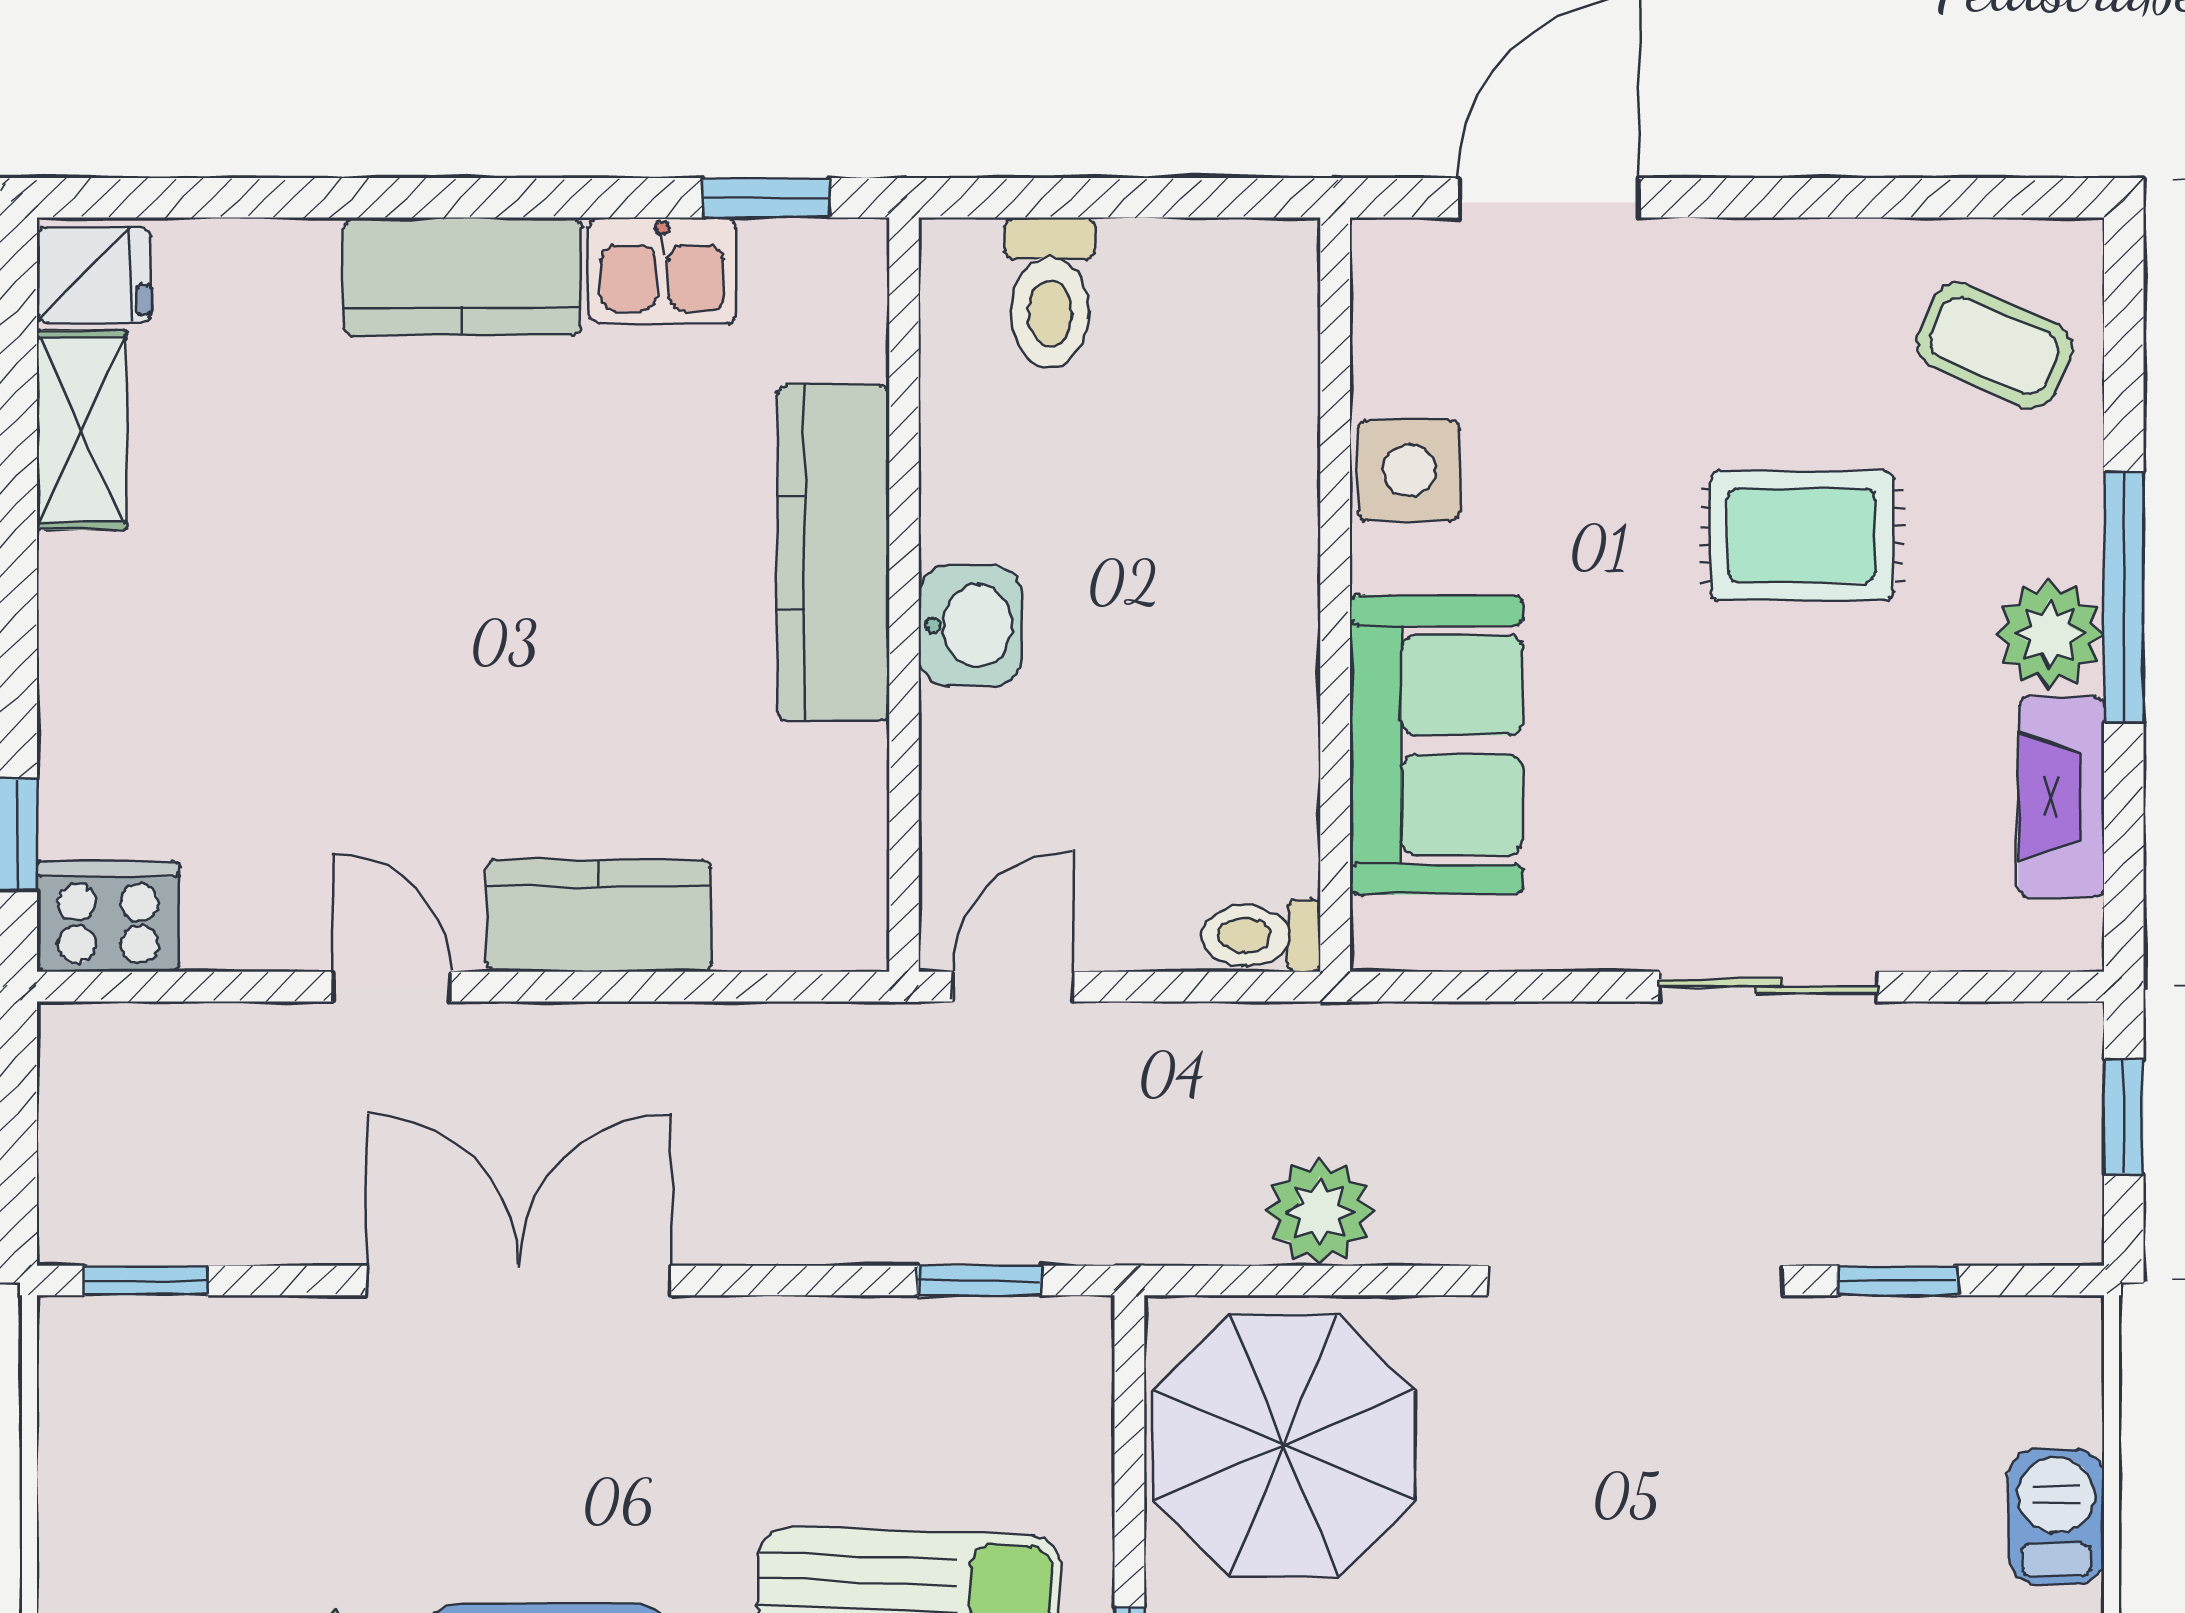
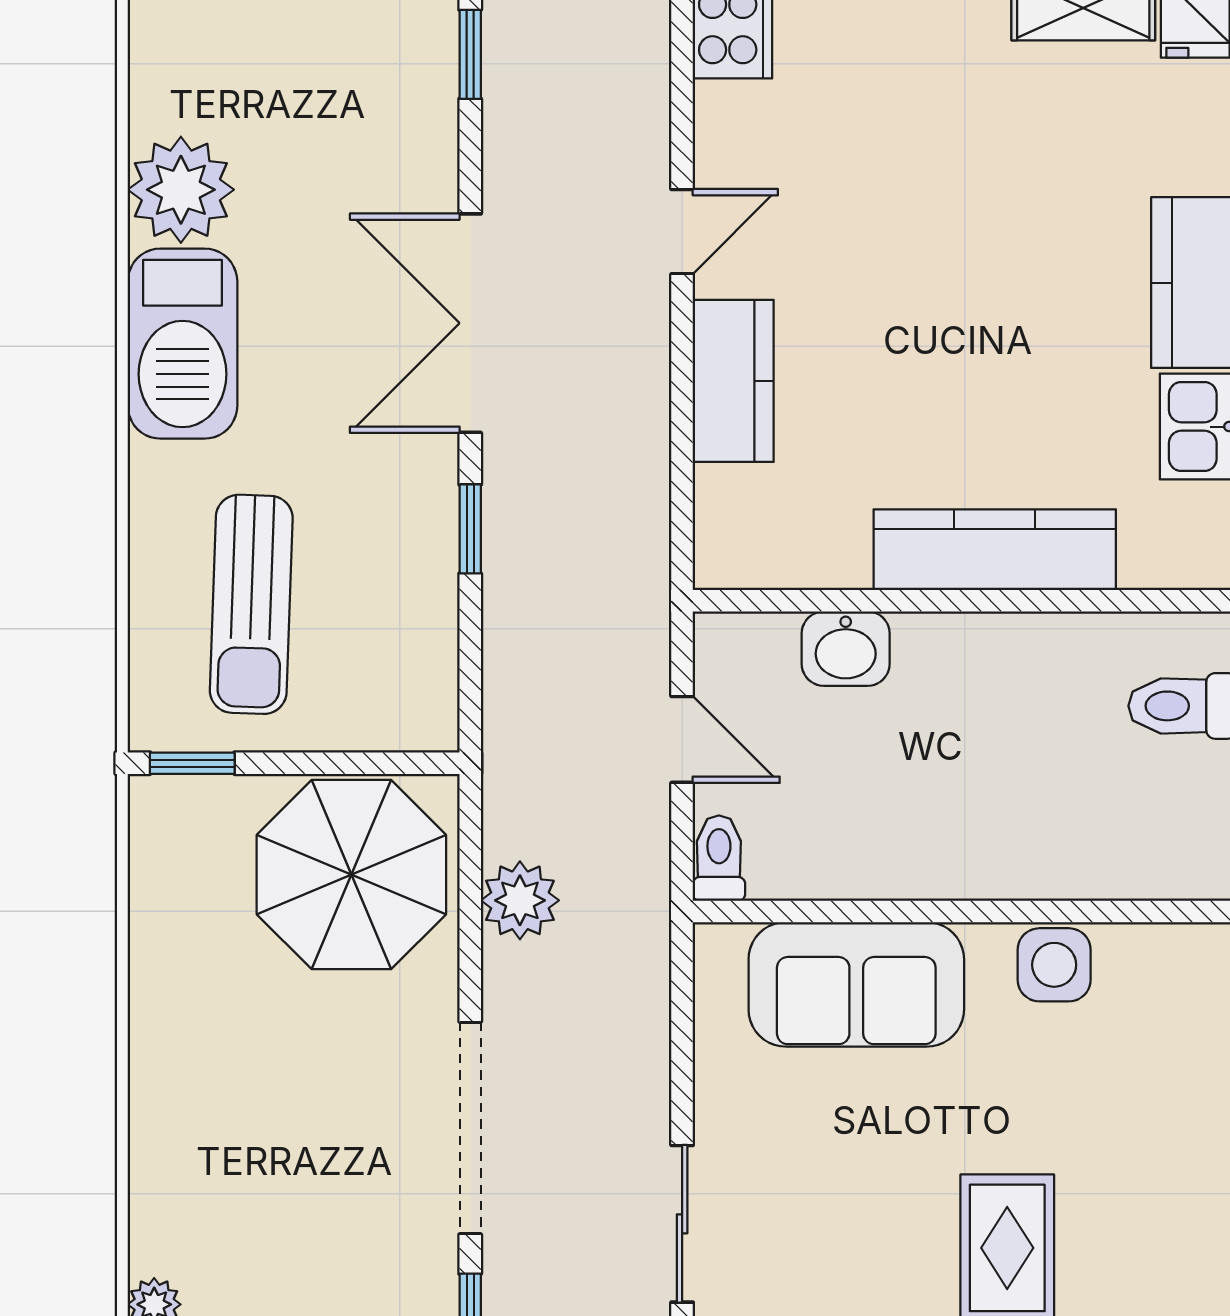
washbasin: (970, 625) -> (846, 649), moved
door: (1013, 987) -> (682, 739), moved
double door: (519, 1280) -> (470, 323), swing flipped
window: (980, 1280) -> (470, 529), moved

